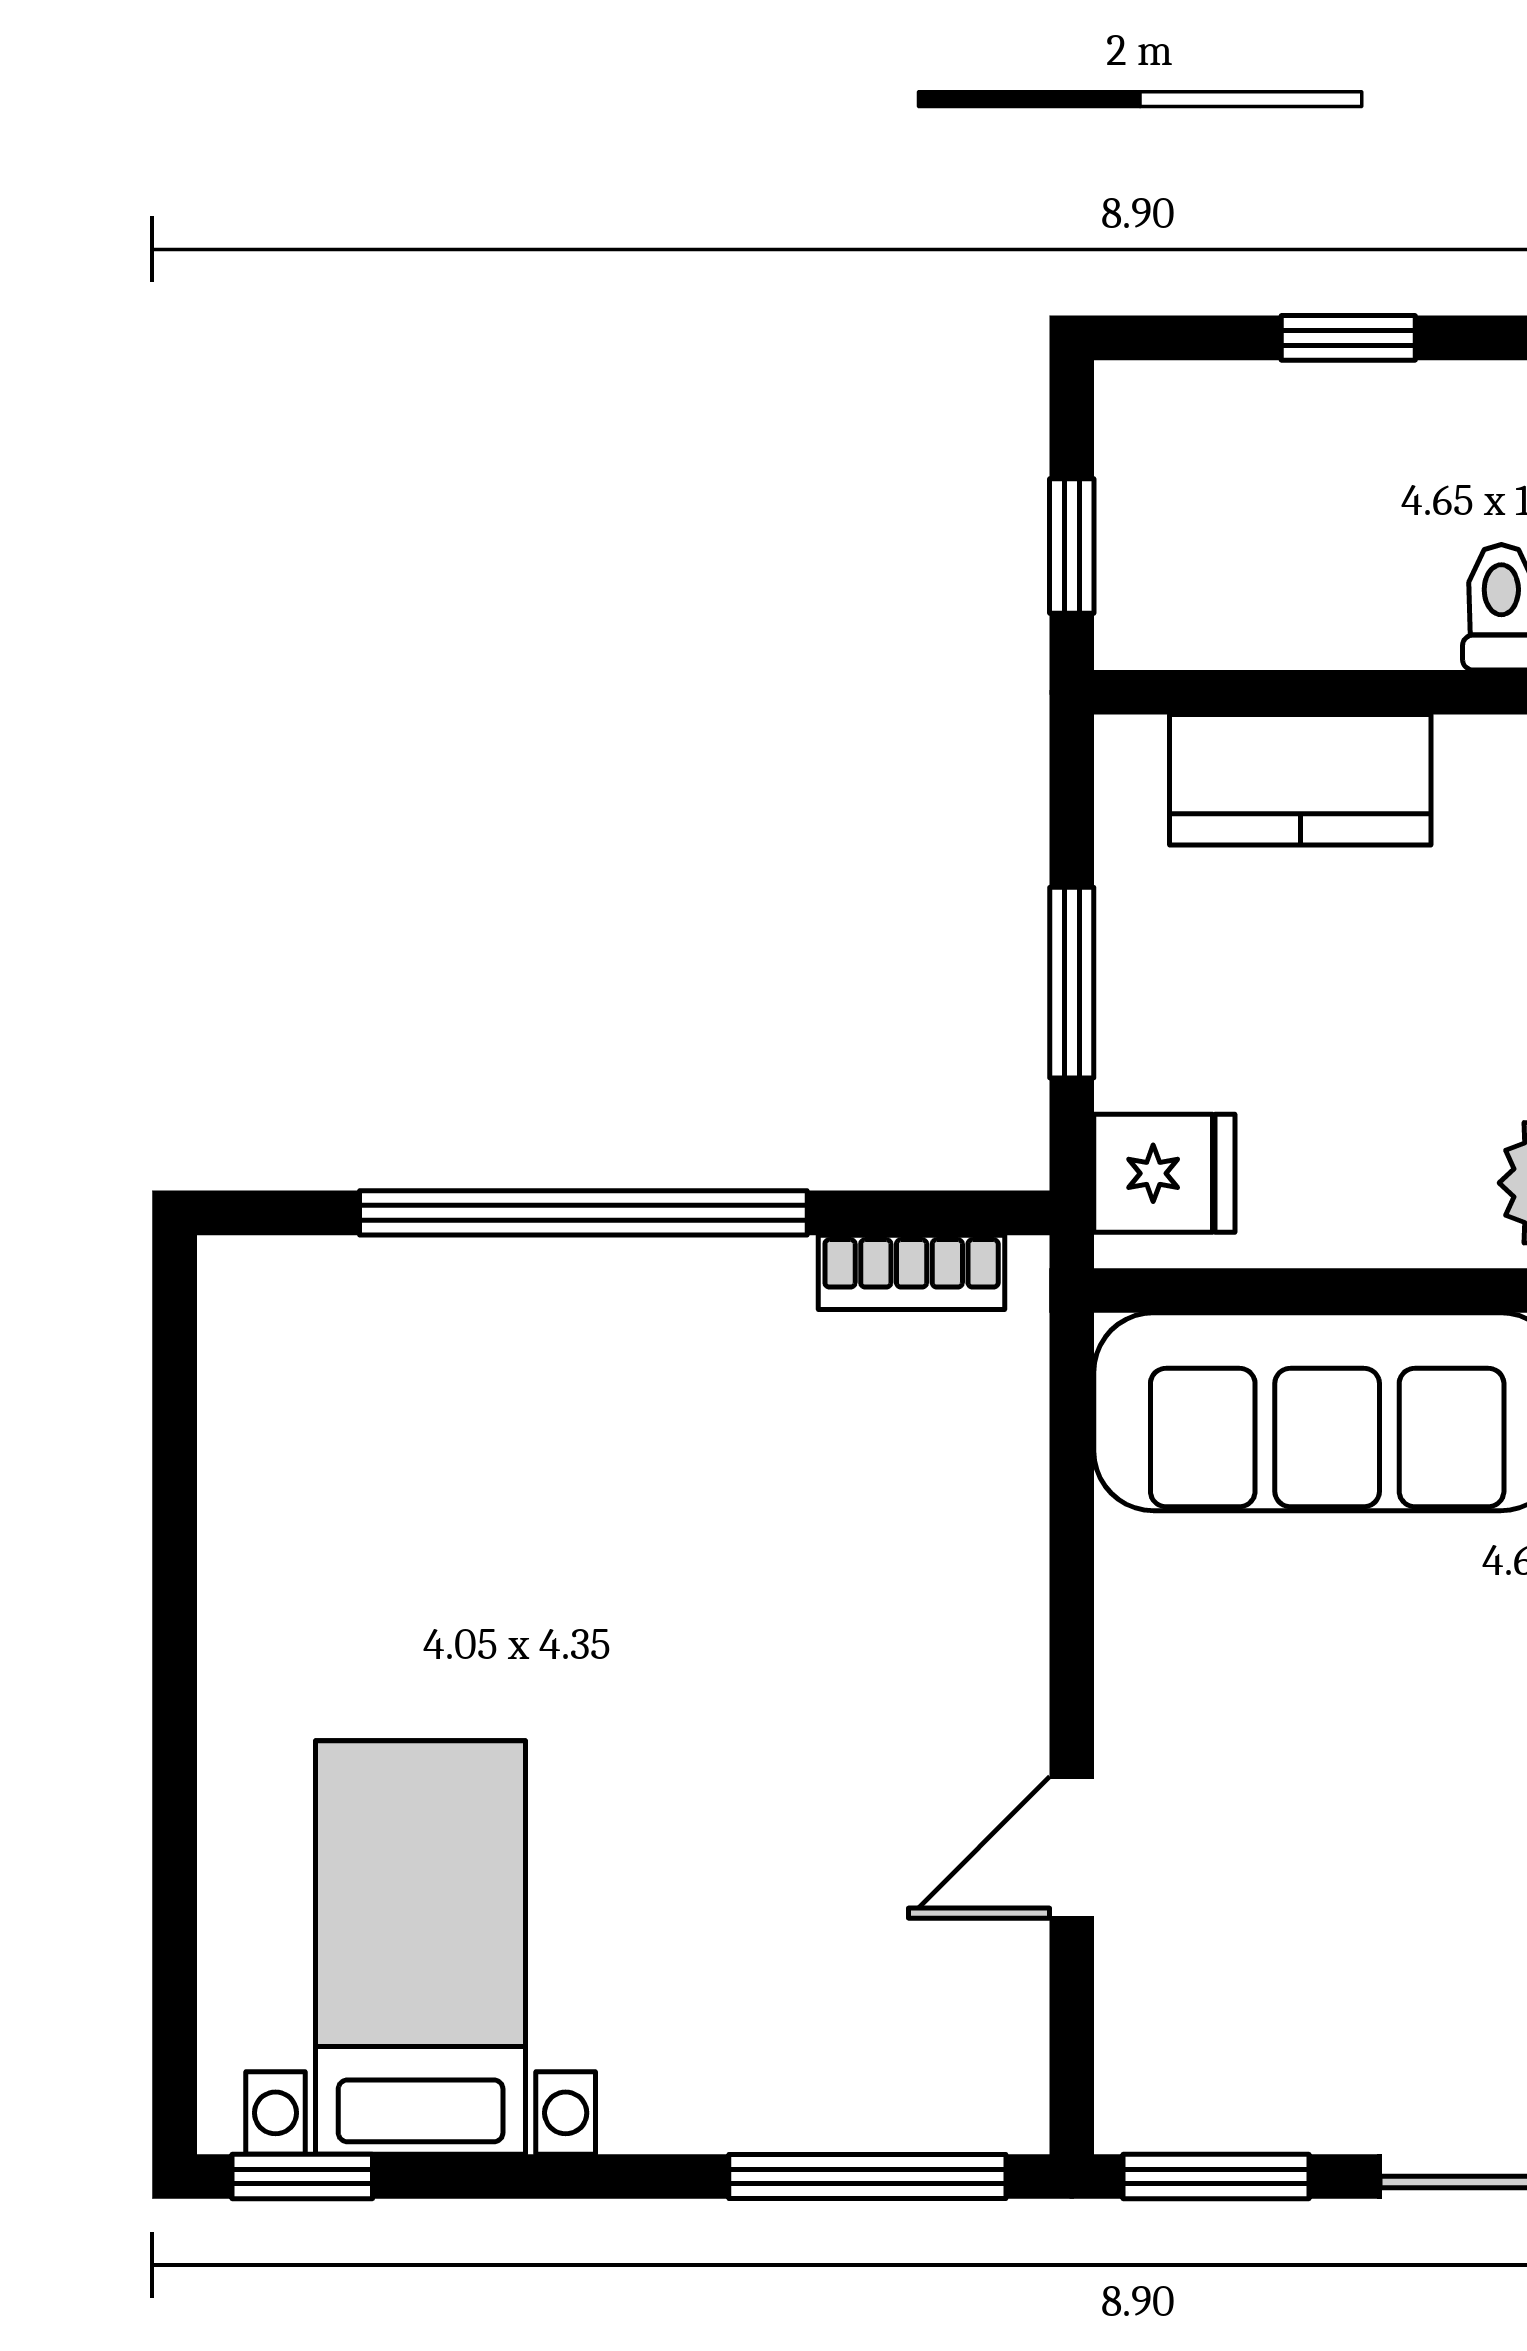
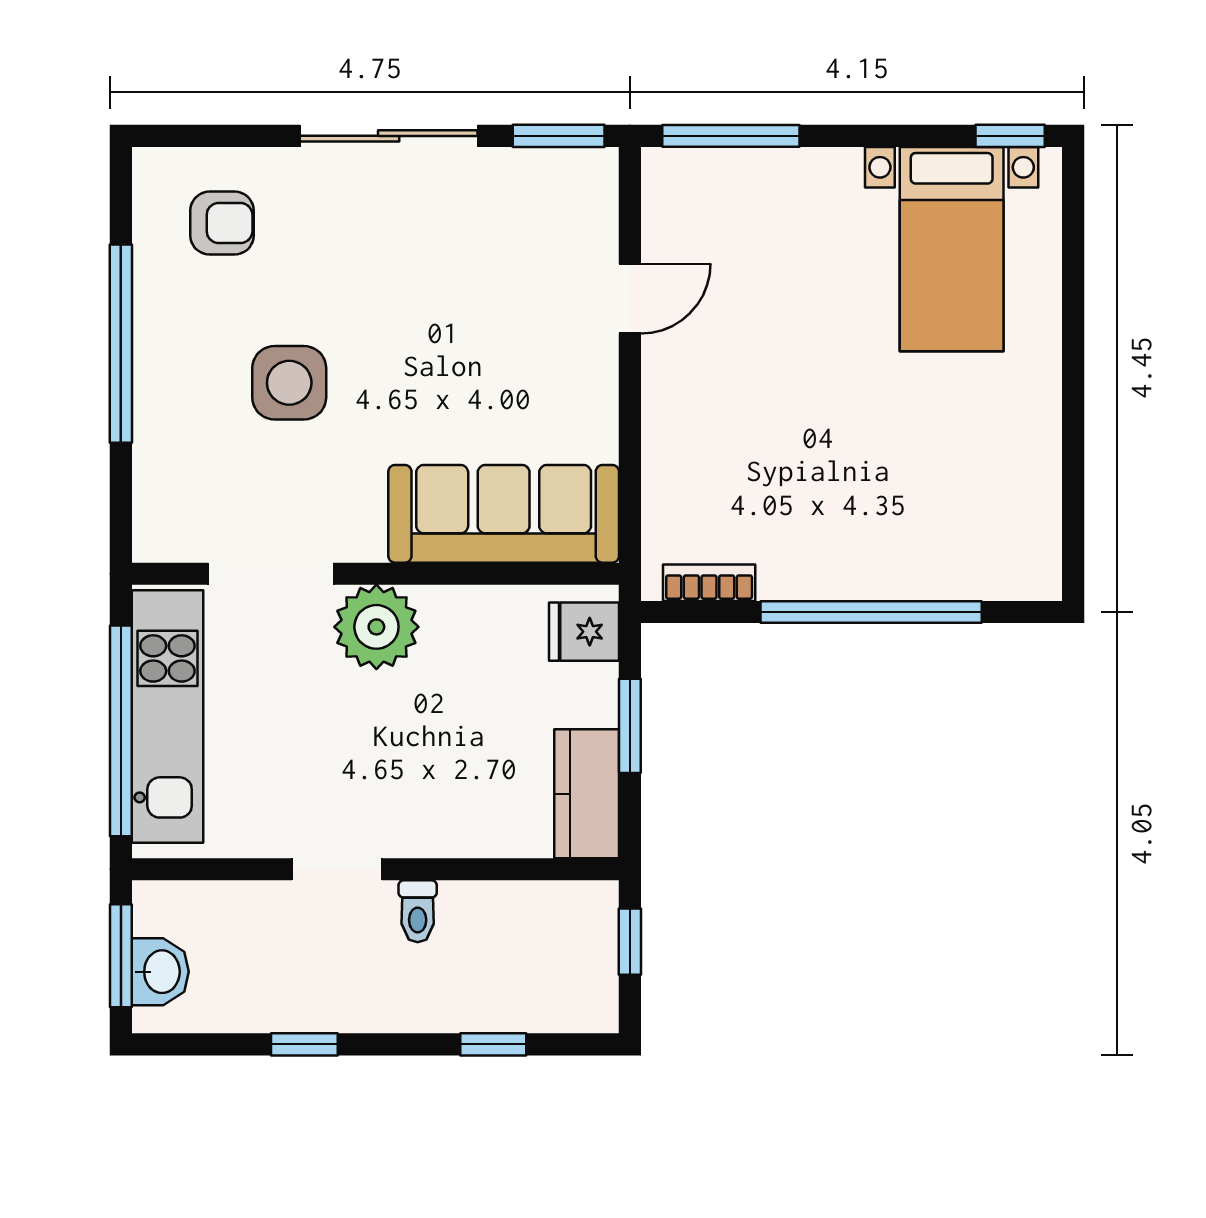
kitchen counter: (1300, 780) -> (587, 794), moved, turned -90

